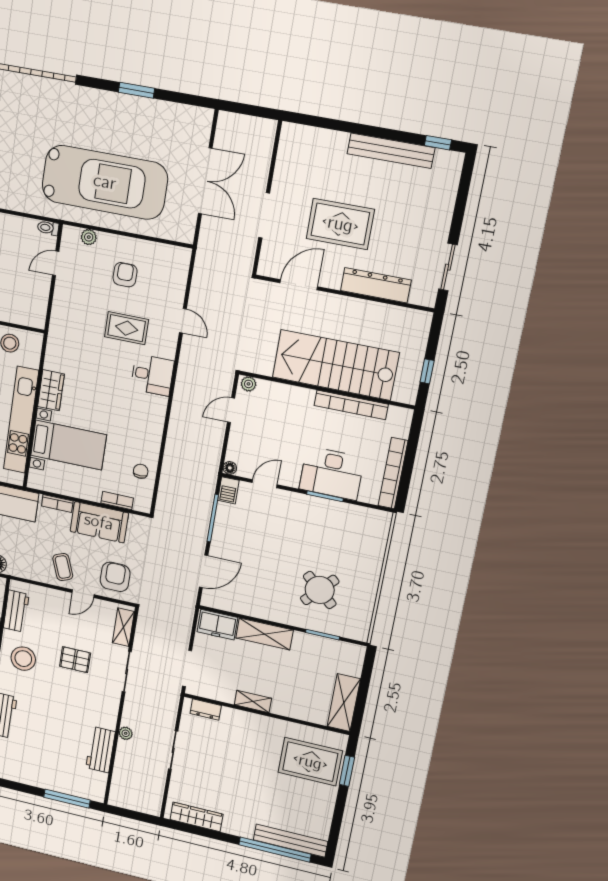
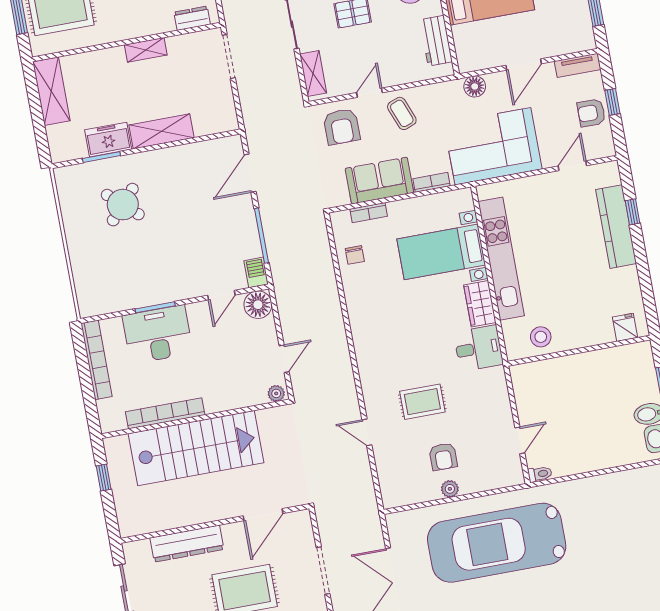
plant: (89, 237) -> (450, 489), moved
desk: (152, 375) -> (478, 348), moved, turned 180
floor lamp: (230, 468) -> (258, 305), width x1.89, depth x1.89
freezer: (217, 625) -> (108, 140), moved

